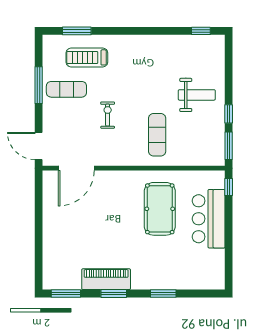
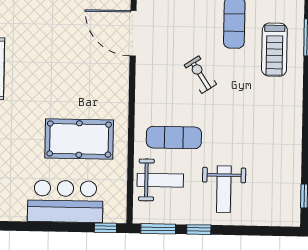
treadmill: (87, 57) -> (274, 50), turned 180
exercise bike: (108, 115) -> (200, 75), turned -123
weight bench: (191, 145) -> (160, 180), added

